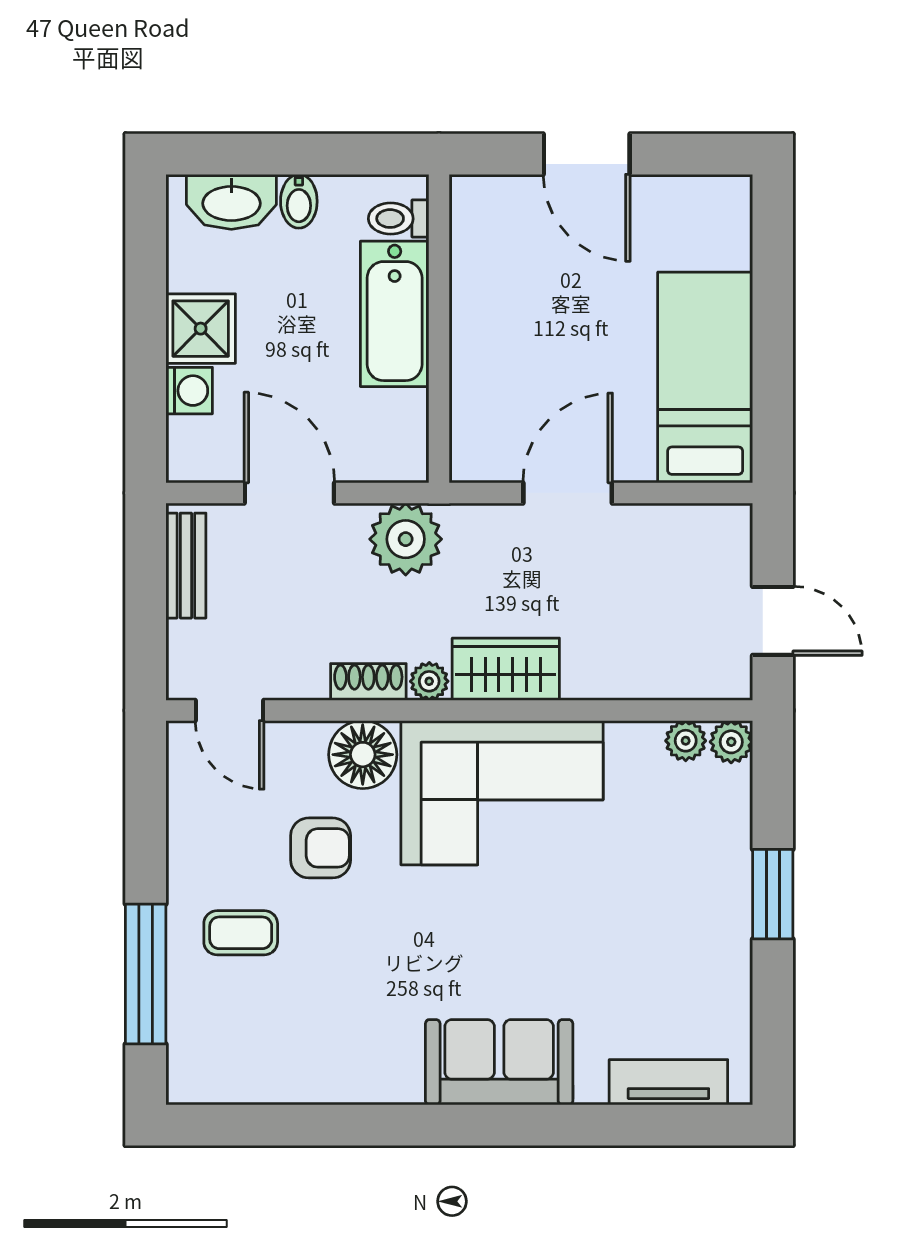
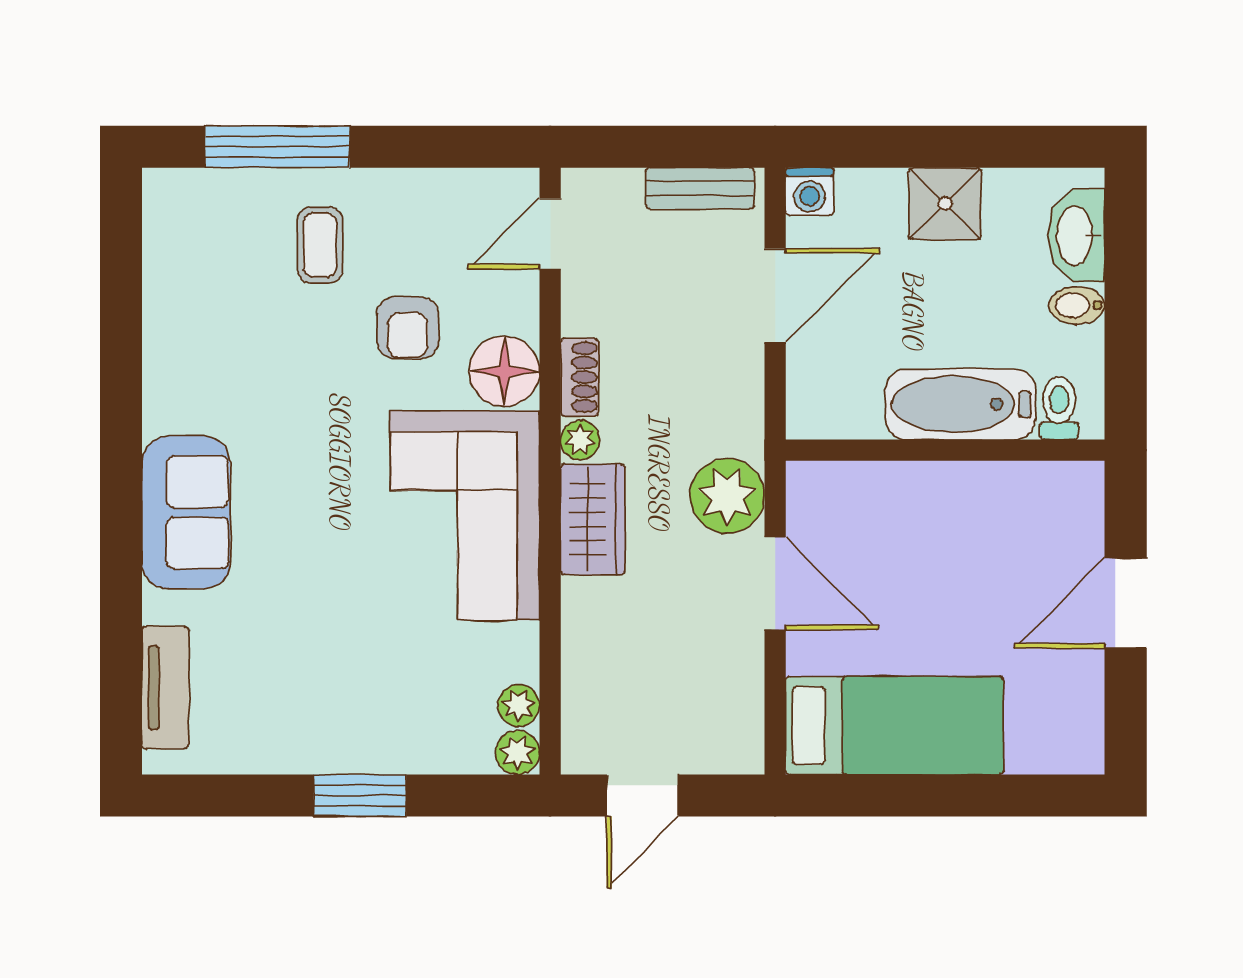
washing machine: (189, 391) -> (810, 192), moved
plant: (406, 539) -> (727, 496), moved

